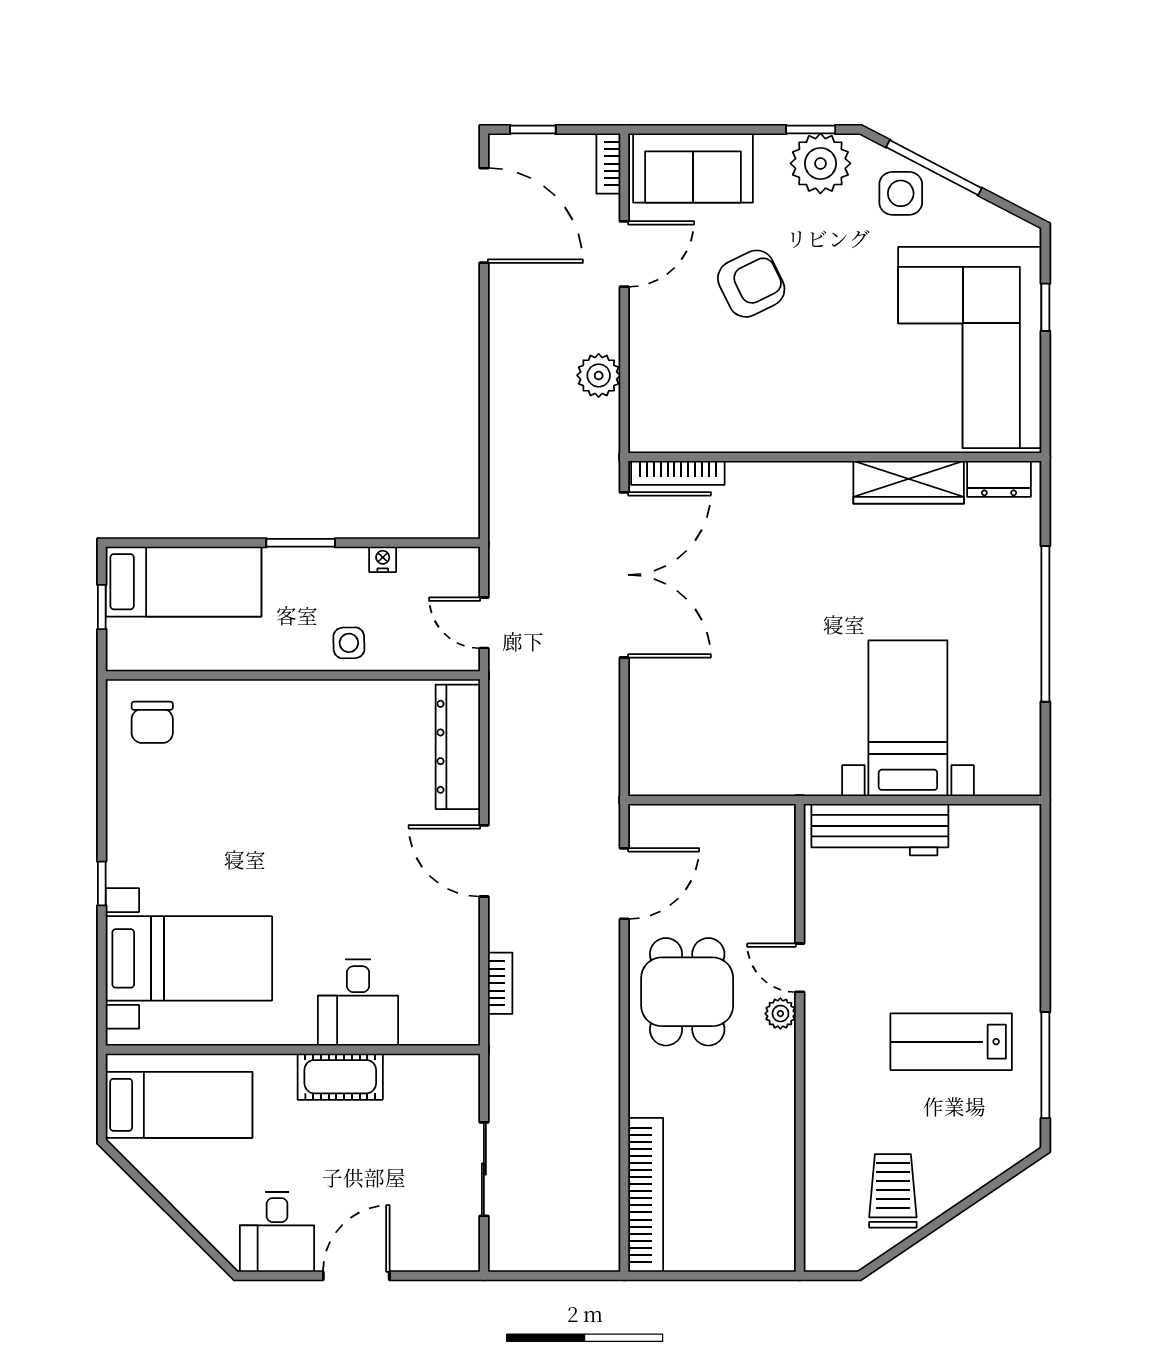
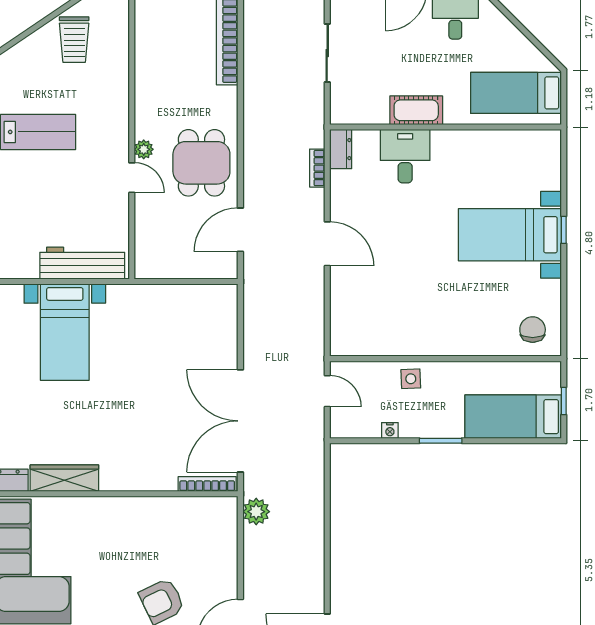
plant: (599, 375) -> (256, 512), moved
dresser: (458, 747) -> (341, 149), moved, width x0.51, depth x0.80
bed with nightstands: (189, 958) -> (510, 235), moved

